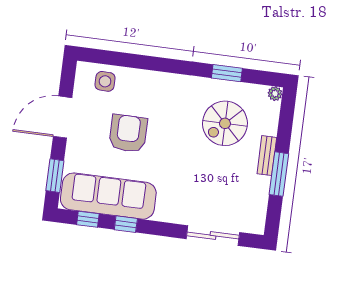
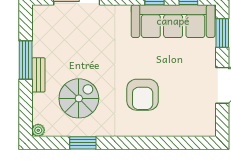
side table: (105, 81) -> (189, 122), removed
armchair: (128, 133) -> (143, 95), moved

